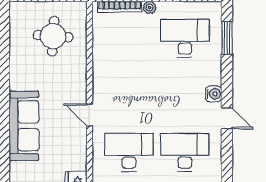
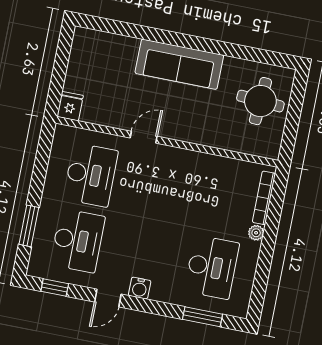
round table: (53, 36) -> (260, 101), moved
sofa: (24, 126) -> (179, 64), moved
window: (227, 164) -> (55, 287), added

